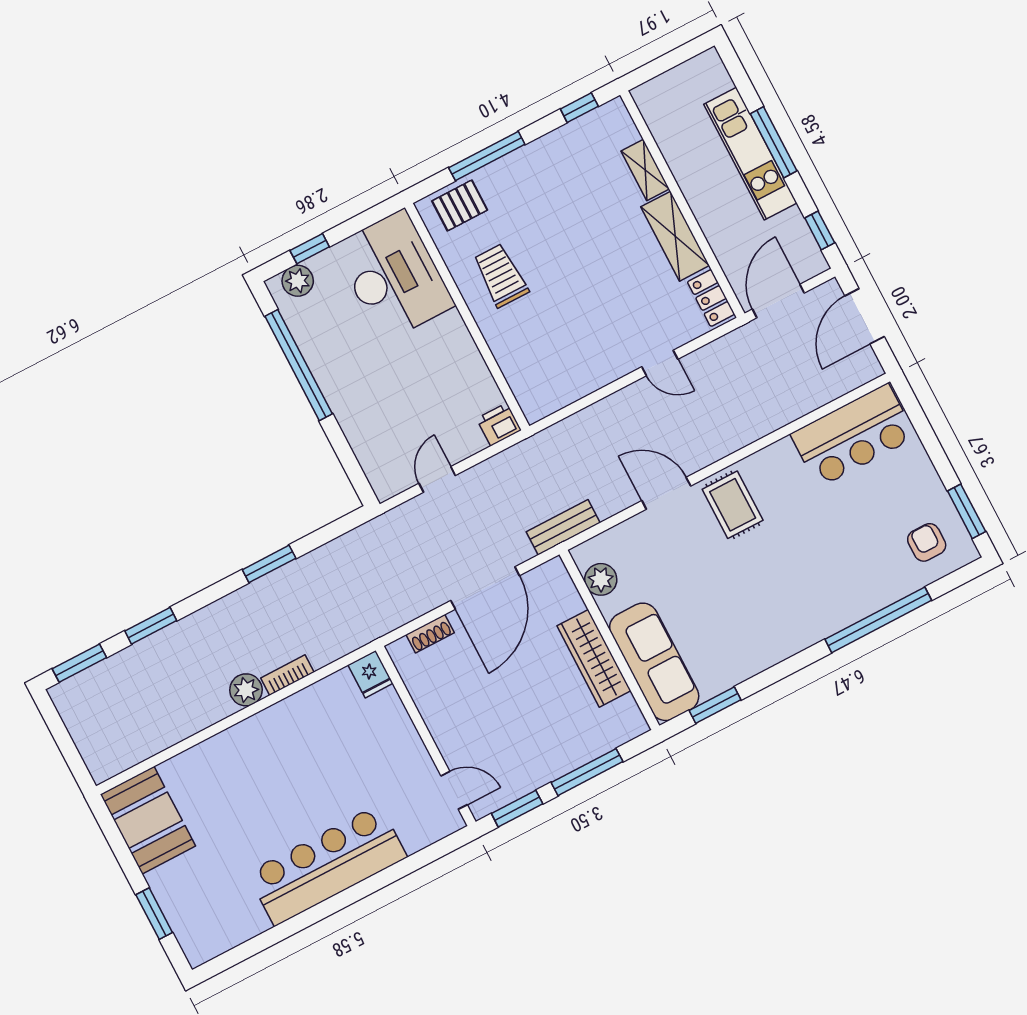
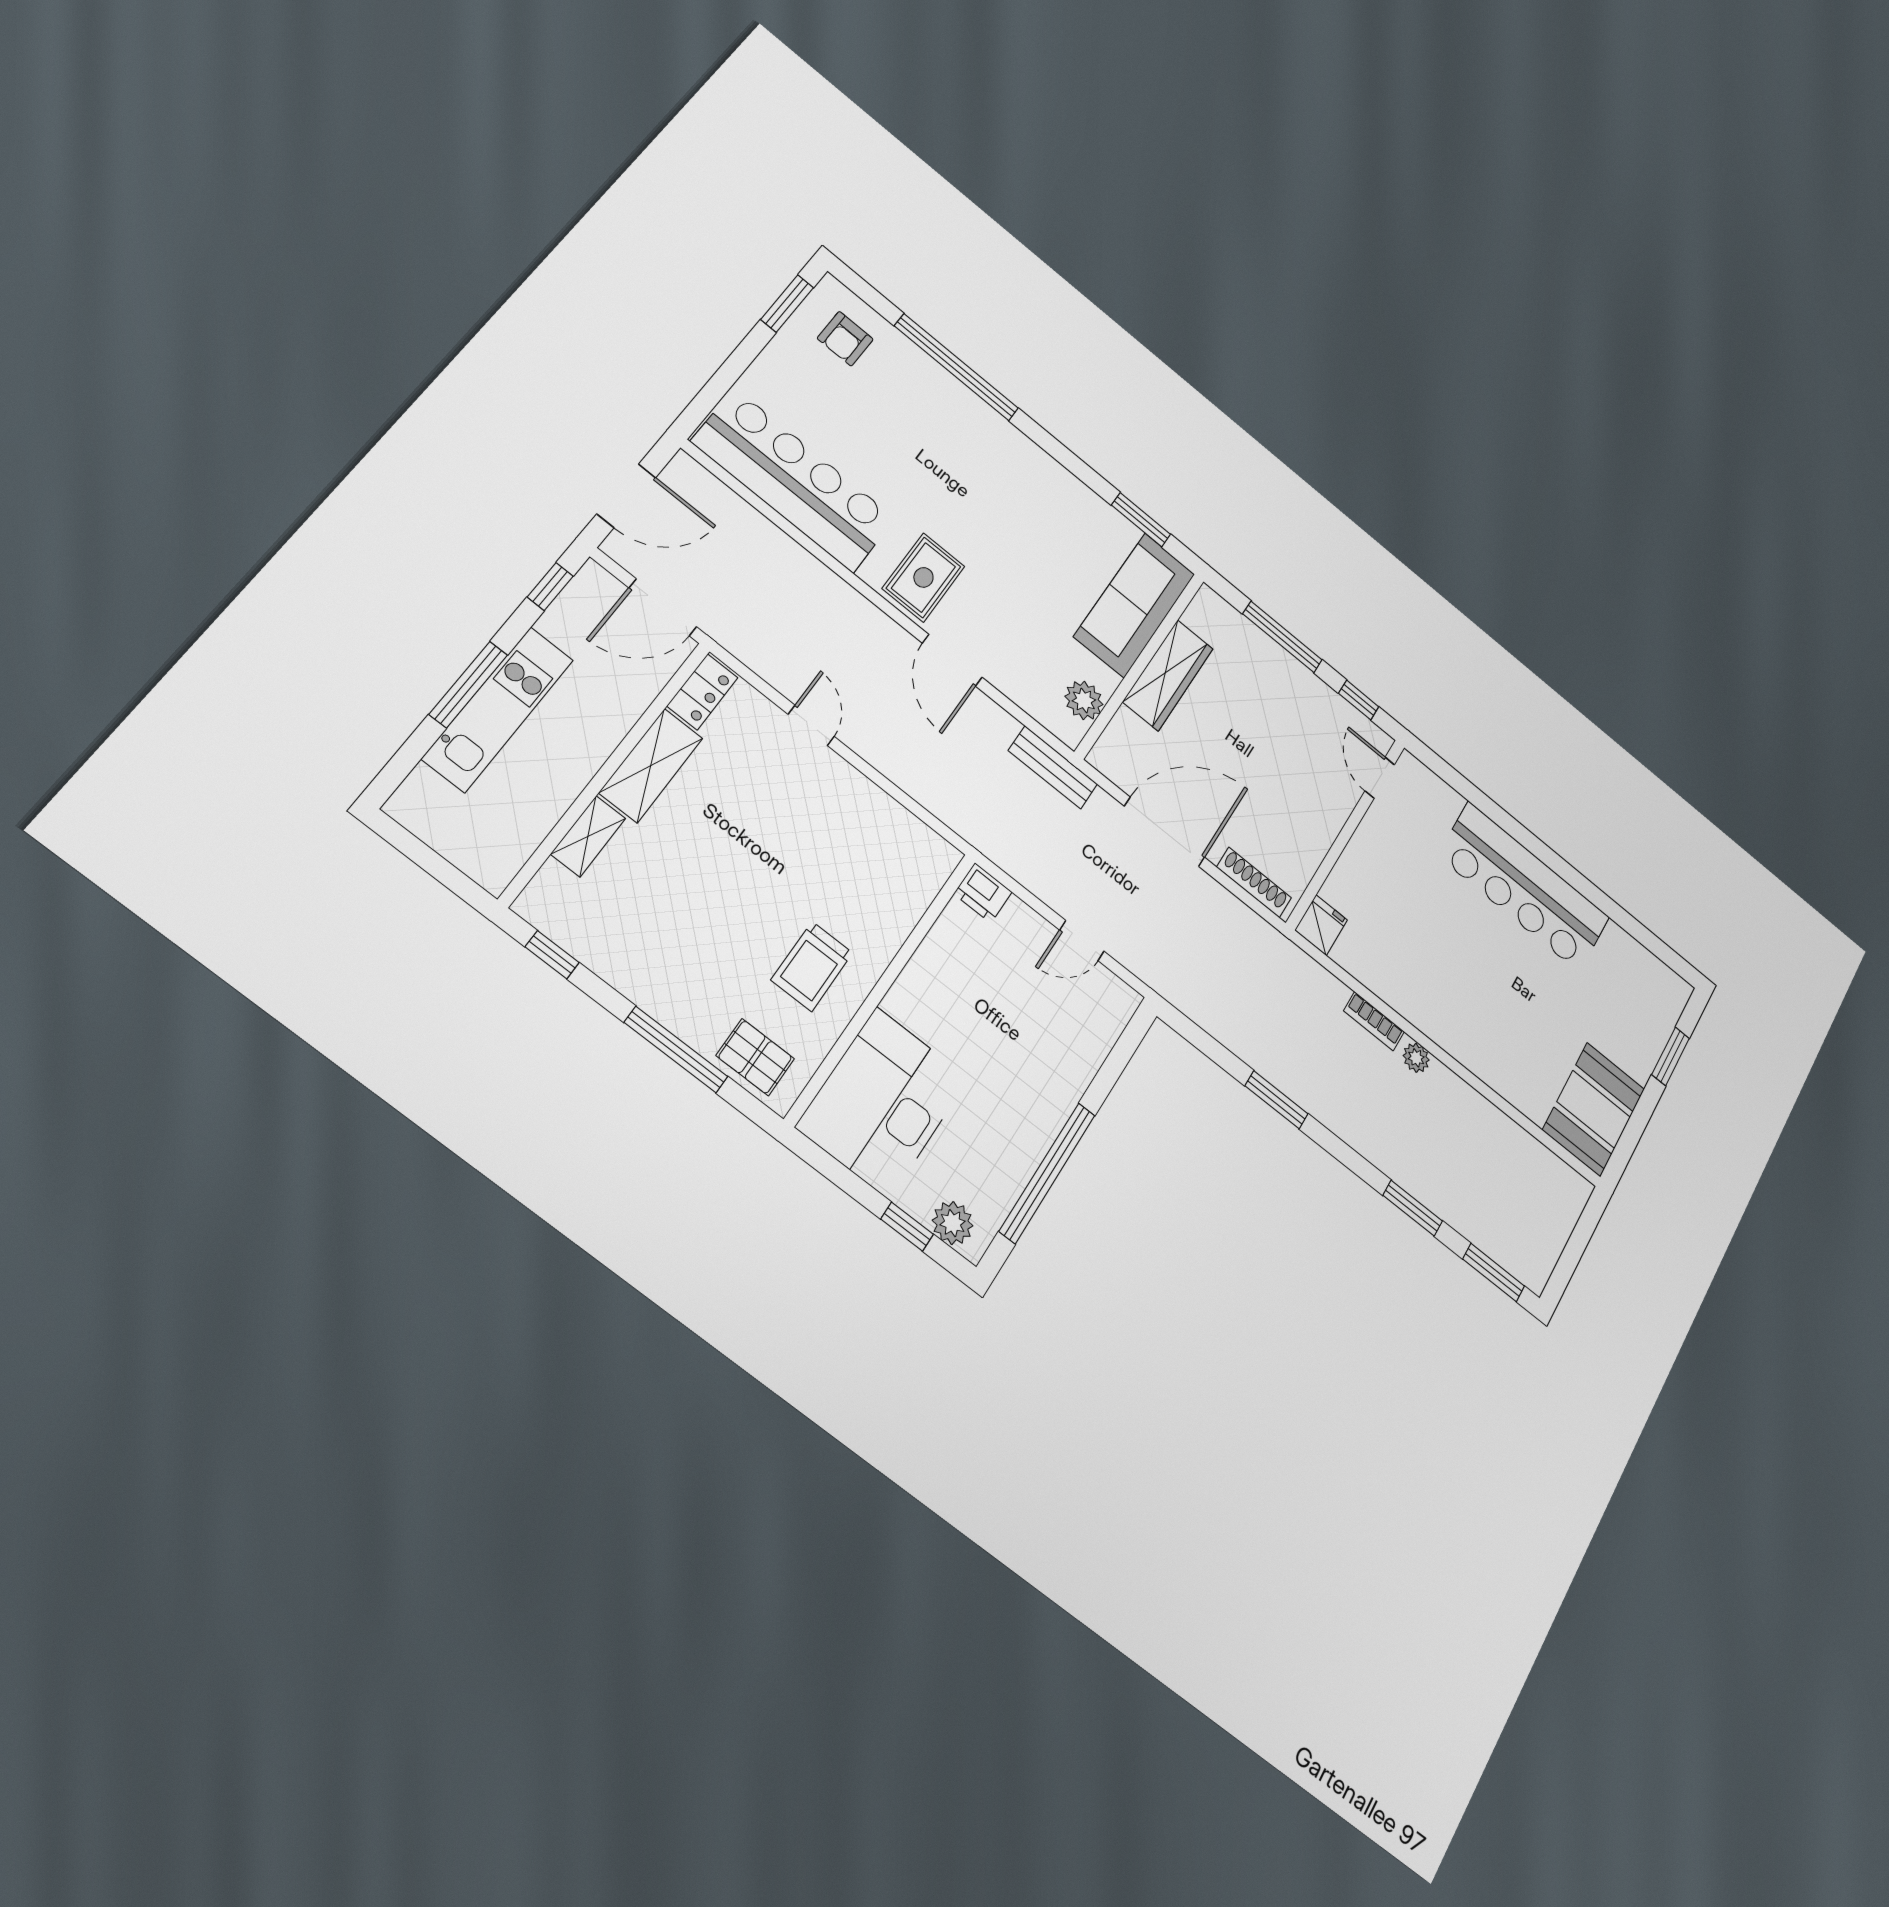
bar counter: (853, 435) -> (794, 480), width x1.36
shoe rack: (430, 634) -> (1254, 882), width x1.43
plant: (246, 690) -> (1416, 1058), width x0.73, depth x0.73
window: (517, 809) -> (1359, 700), width x0.67

